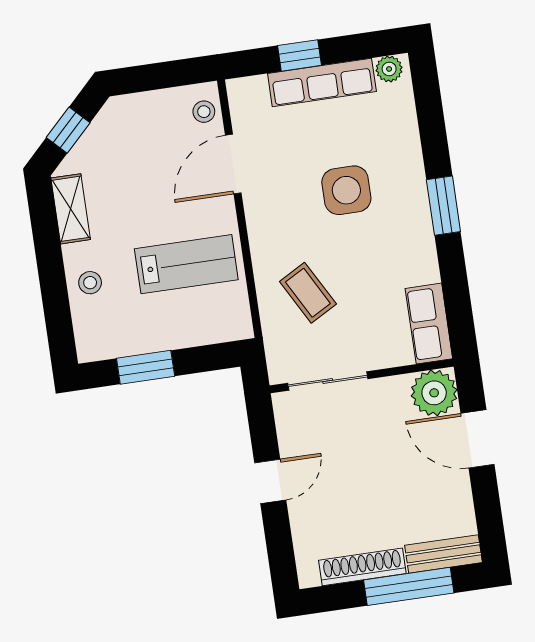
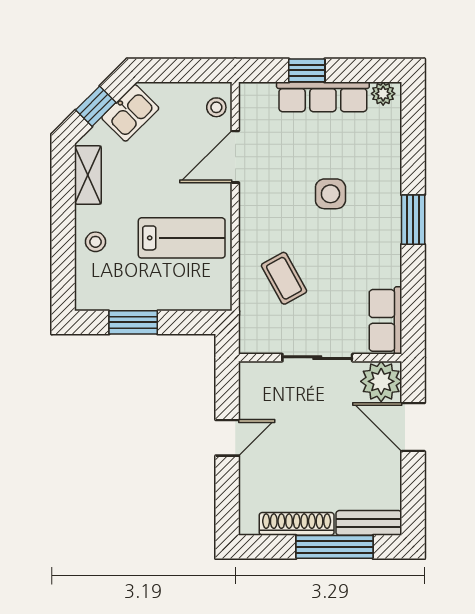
kitchen sink: (108, 132) -> (130, 113), added
side table: (346, 190) -> (330, 194), width x0.73, depth x0.73
sliding door: (328, 381) -> (317, 358), moved

